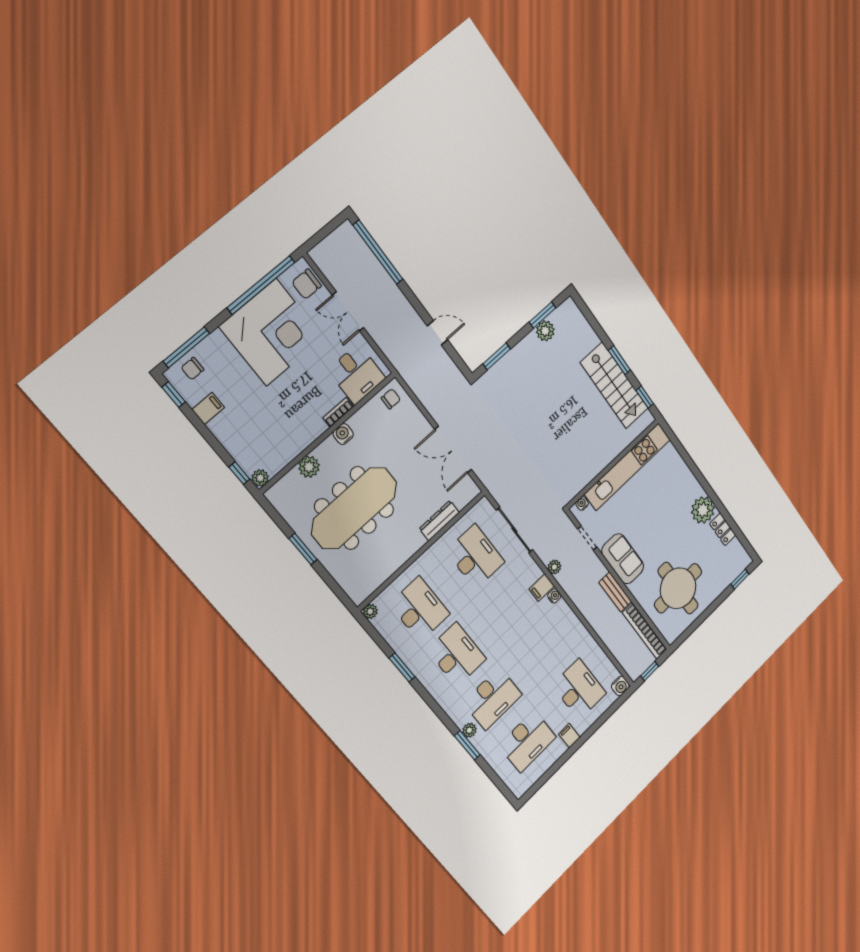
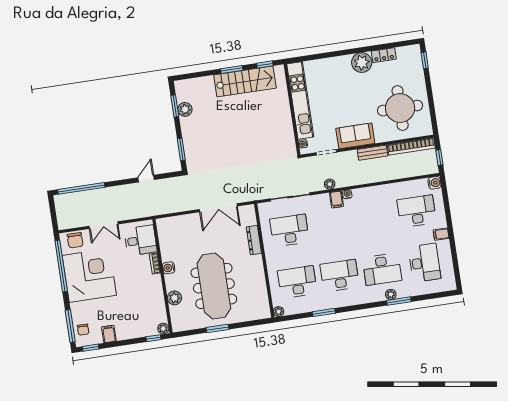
chair: (391, 399) -> (166, 228), removed
desk: (493, 699) -> (382, 269), turned 90

